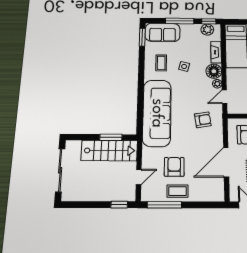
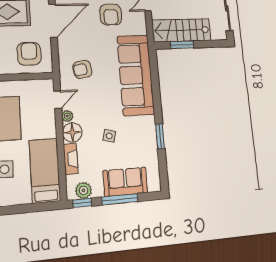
sofa: (163, 32) -> (125, 182), moved
window: (142, 37) -> (160, 136), moved
coffee table: (161, 63) -> (137, 138), removed

